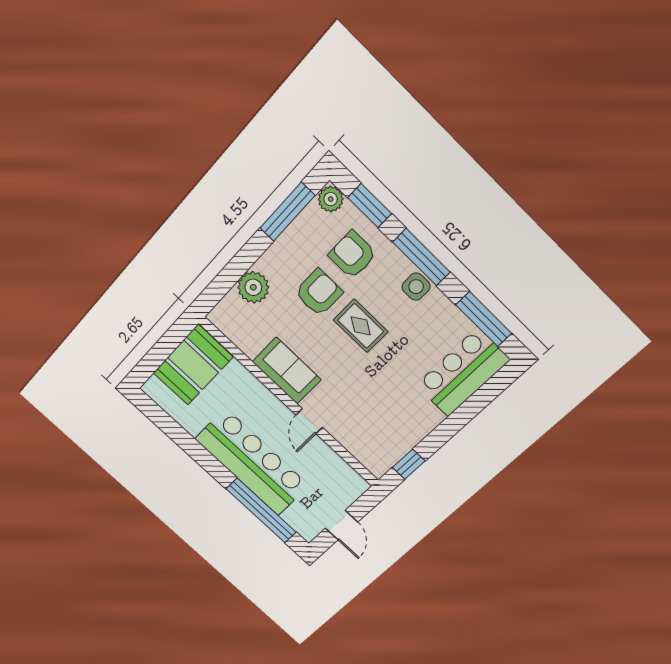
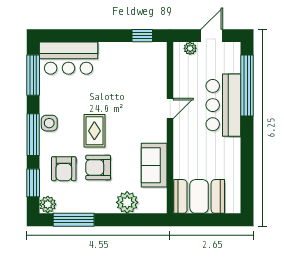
sofa: (287, 371) -> (154, 165), moved
bar counter: (252, 462) -> (223, 105), width x0.73
plant: (350, 495) -> (190, 48), added

